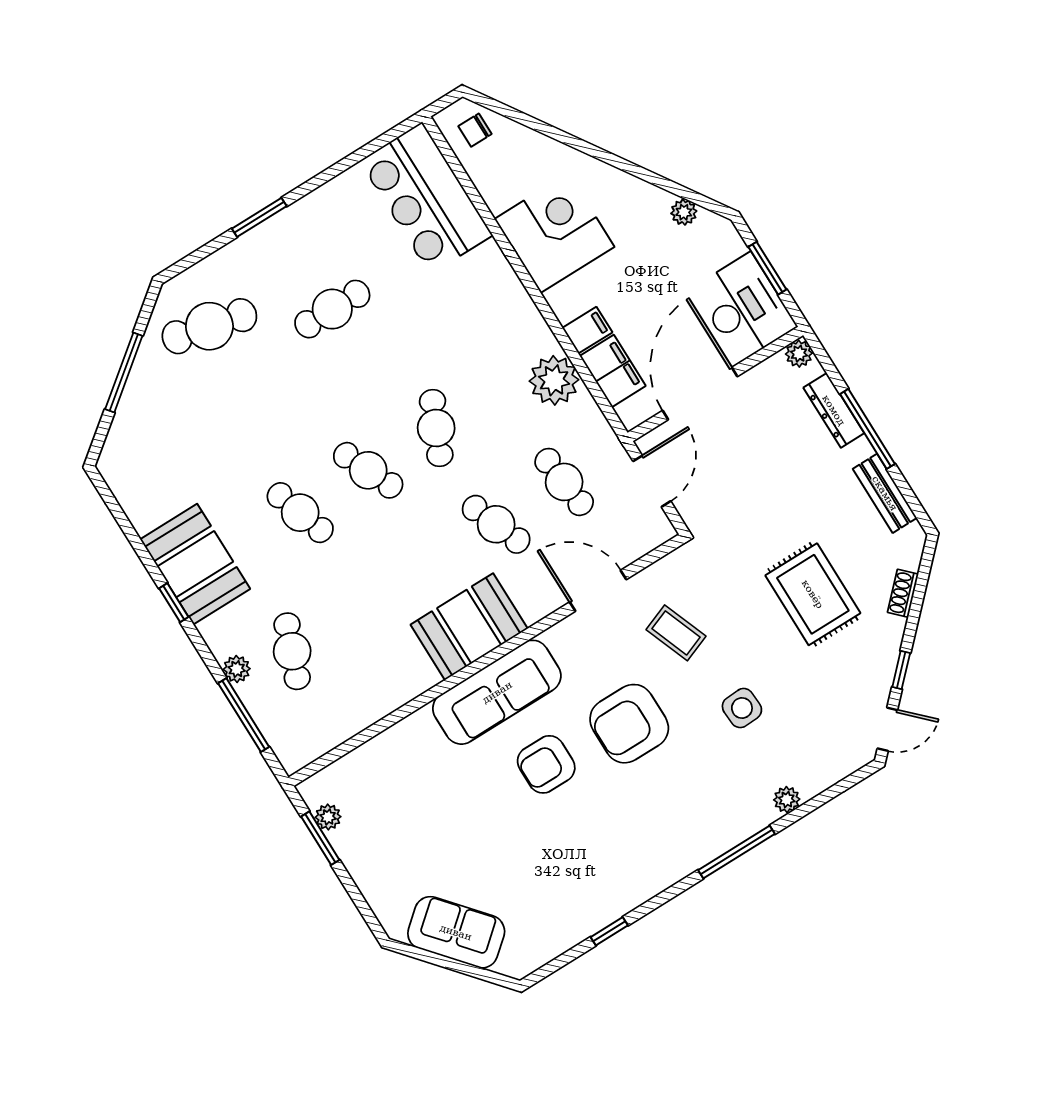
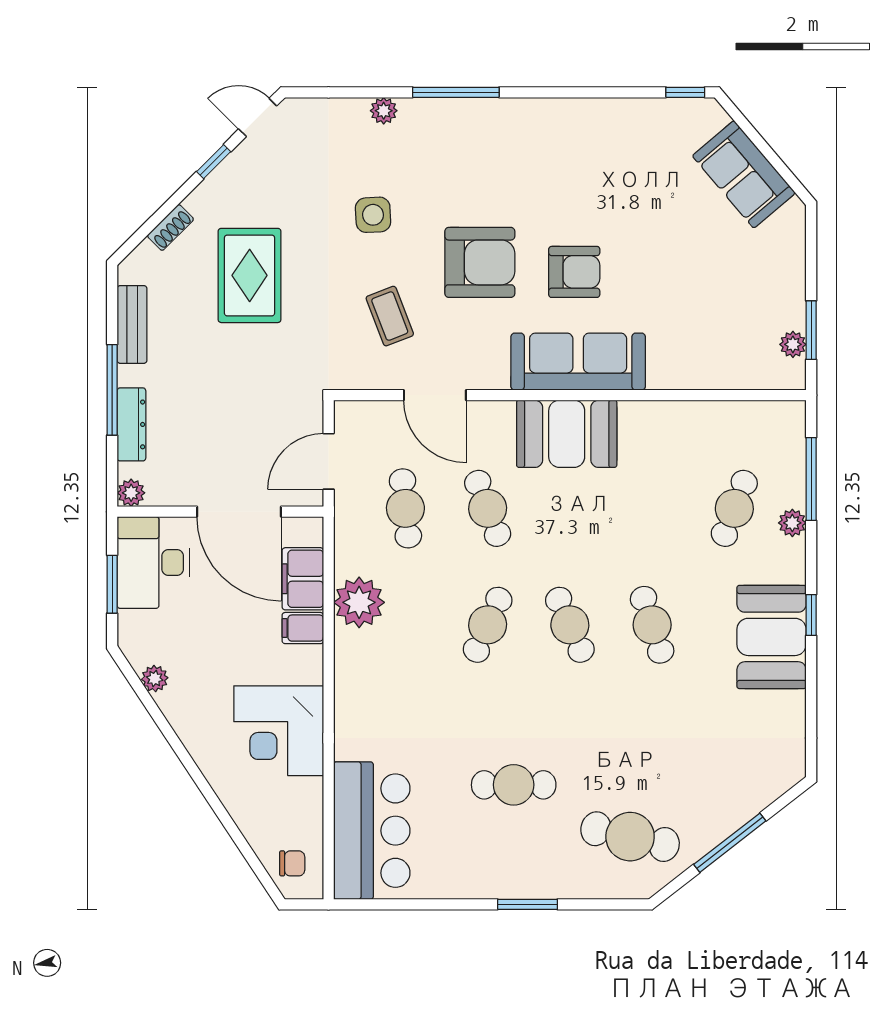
door: (700, 394) -> (239, 512), hinge flipped
window: (609, 931) -> (685, 92), moved

